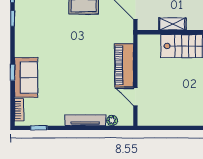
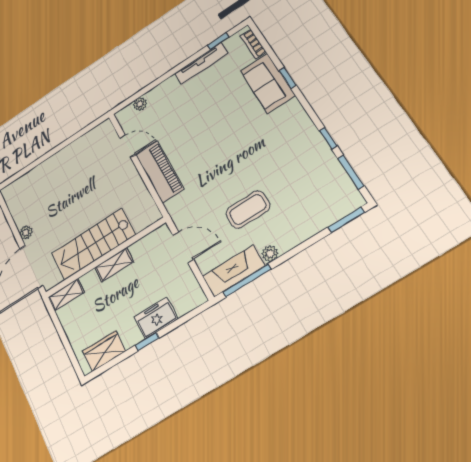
shelving: (172, 24) -> (114, 265), moved
tv unit: (85, 120) -> (201, 63), moved

